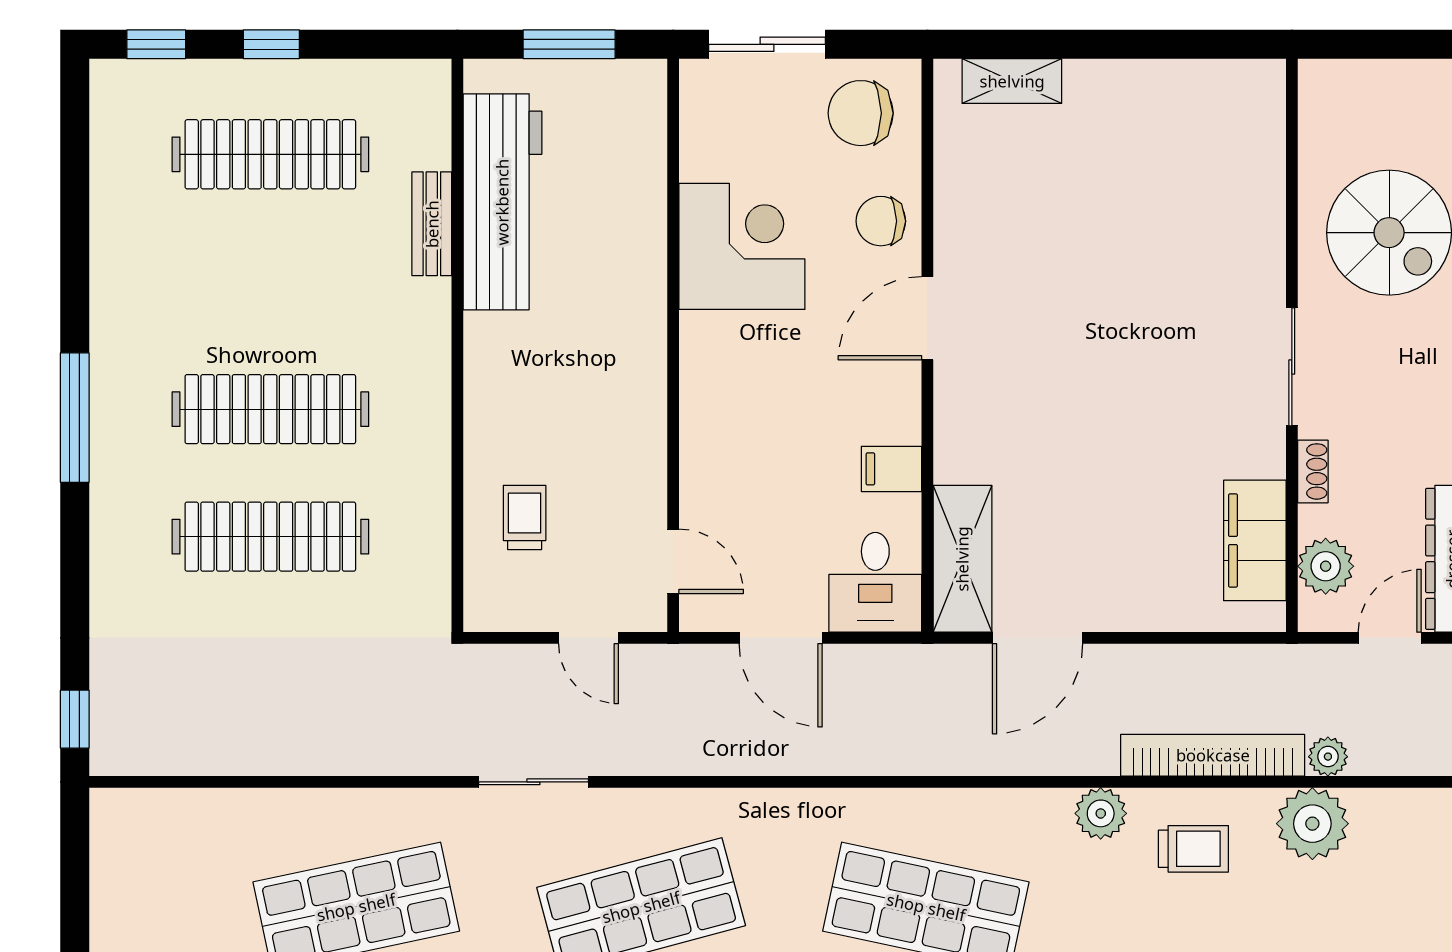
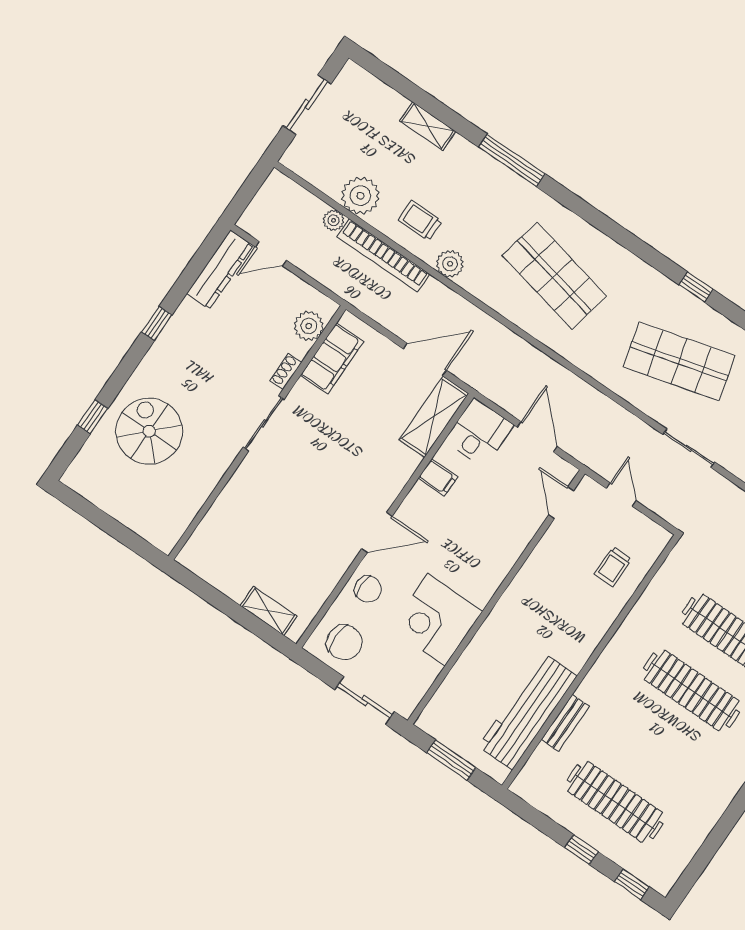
wall: (1292, 345) -> (257, 433), moved
sliding door: (1292, 367) -> (264, 423), moved
shoe rack: (1313, 471) -> (286, 371), moved
filing cabinet: (1255, 540) -> (332, 358), moved
plant: (1326, 566) -> (309, 326), moved

